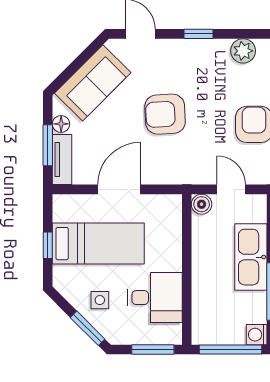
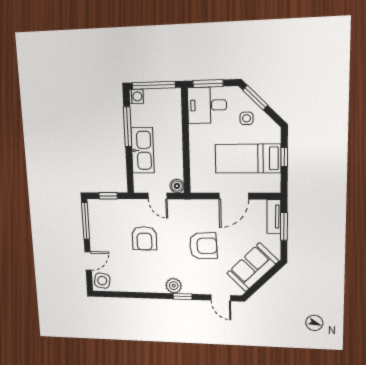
plant: (243, 51) -> (174, 286), moved
floor lamp: (61, 124) -> (275, 241), removed
desk: (155, 298) -> (207, 105), moved

